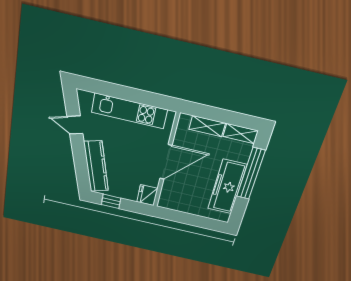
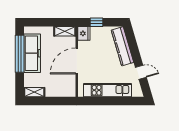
shelving: (207, 126) -> (65, 31), moved
window: (251, 174) -> (20, 54), moved
window: (111, 201) -> (97, 22), moved

